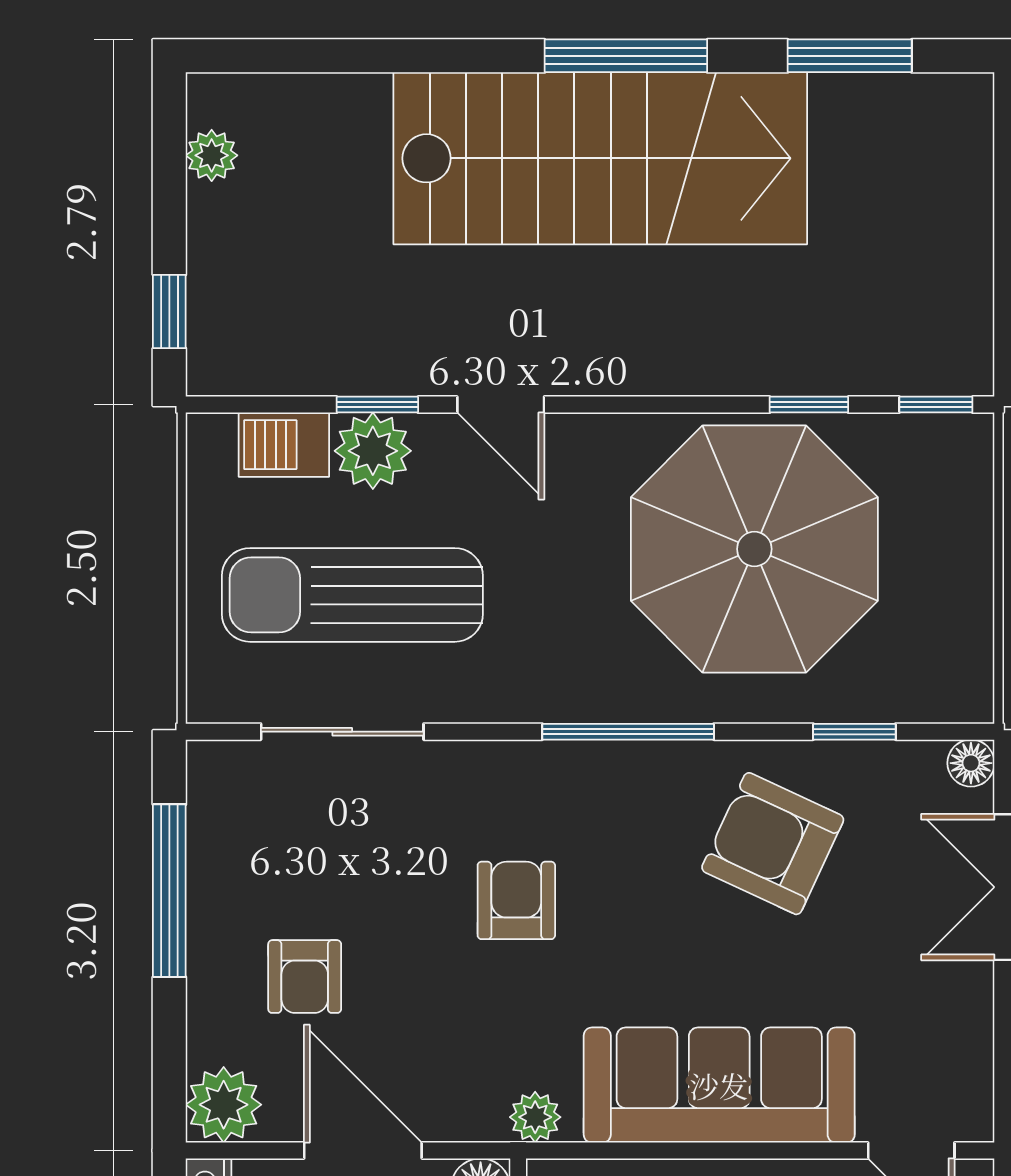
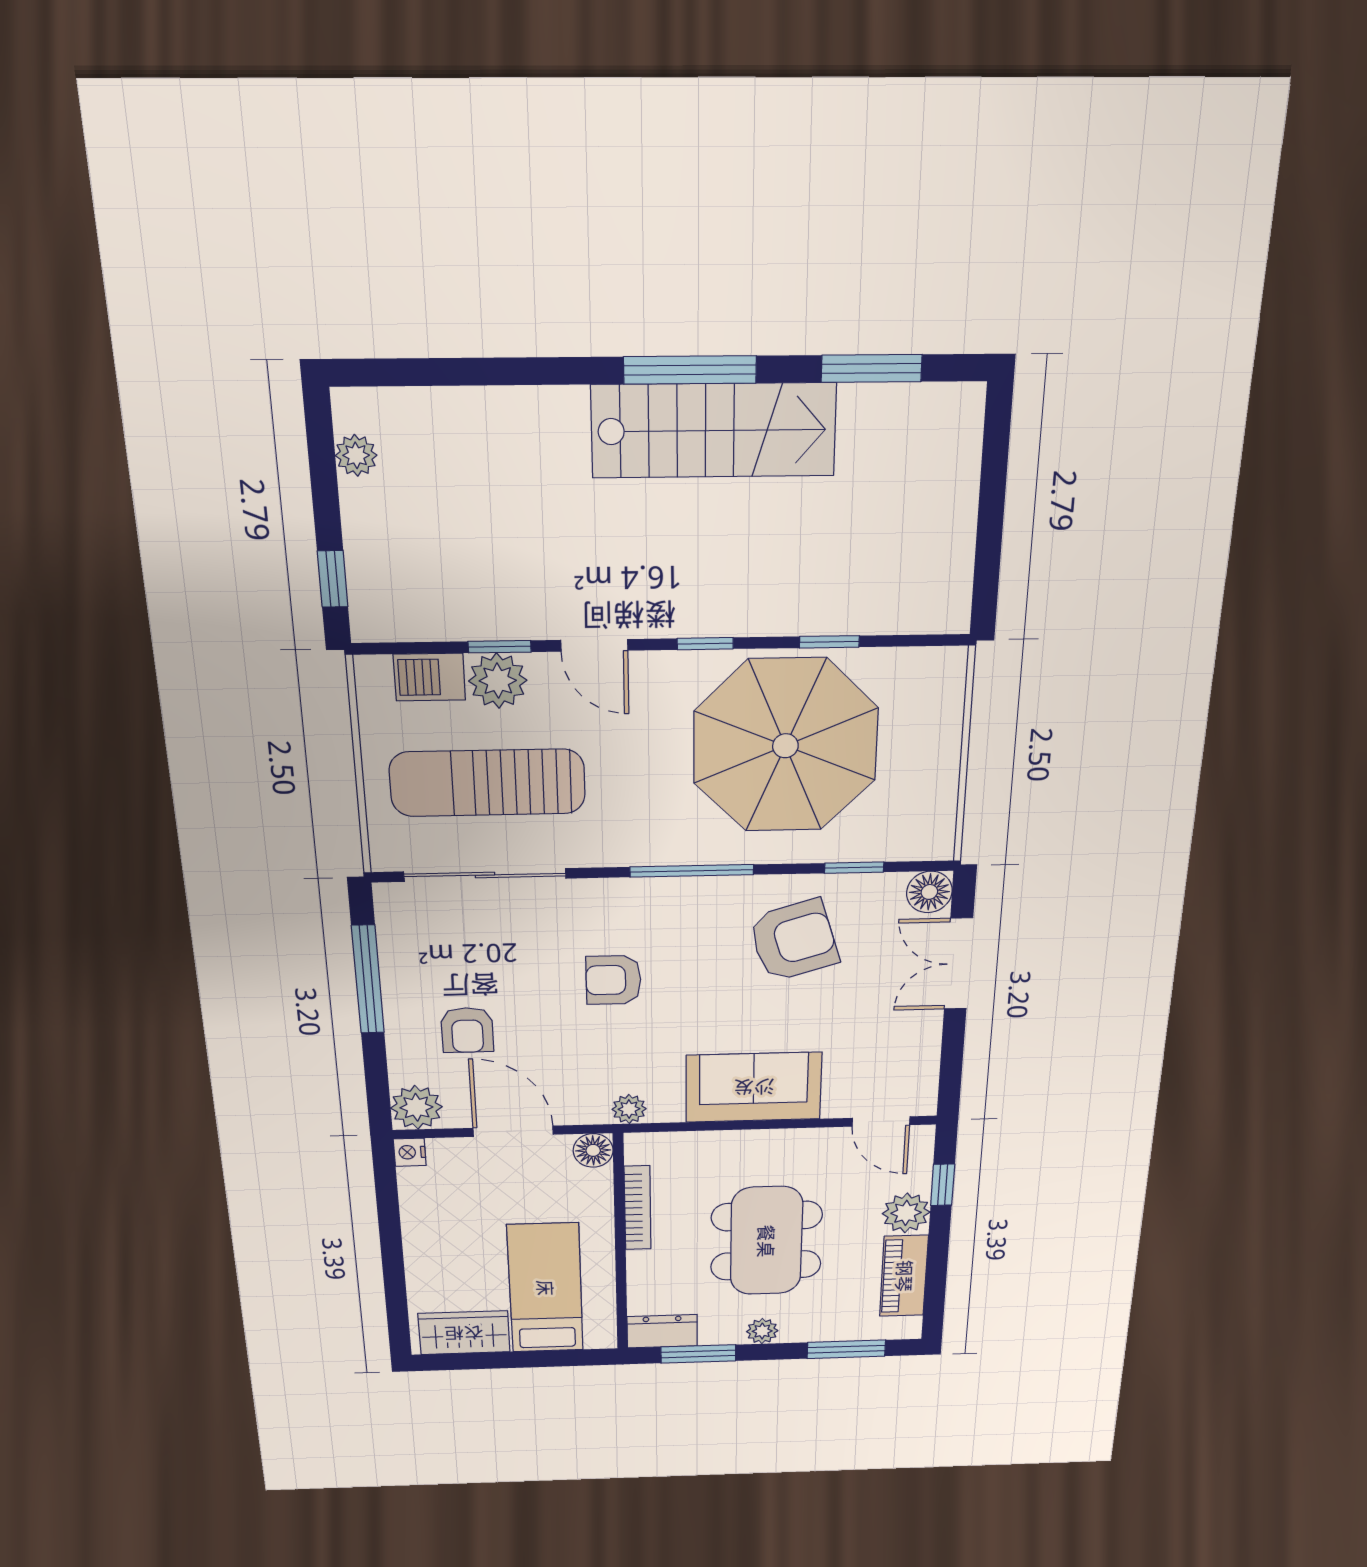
stairs: (600, 158) -> (714, 431), width x0.73, depth x0.66
window: (936, 405) -> (705, 644), moved
sliding door: (342, 732) -> (485, 875), width x1.37
floor lamp: (971, 763) -> (929, 892), width x1.37, depth x1.37
armchair: (773, 844) -> (794, 940), turned 138
armchair: (516, 900) -> (613, 980), turned -90
sofa: (719, 1085) -> (754, 1087), width x0.73

